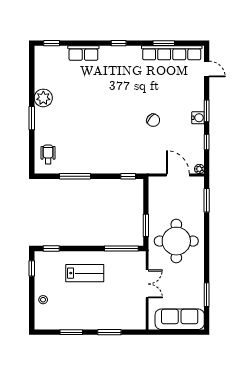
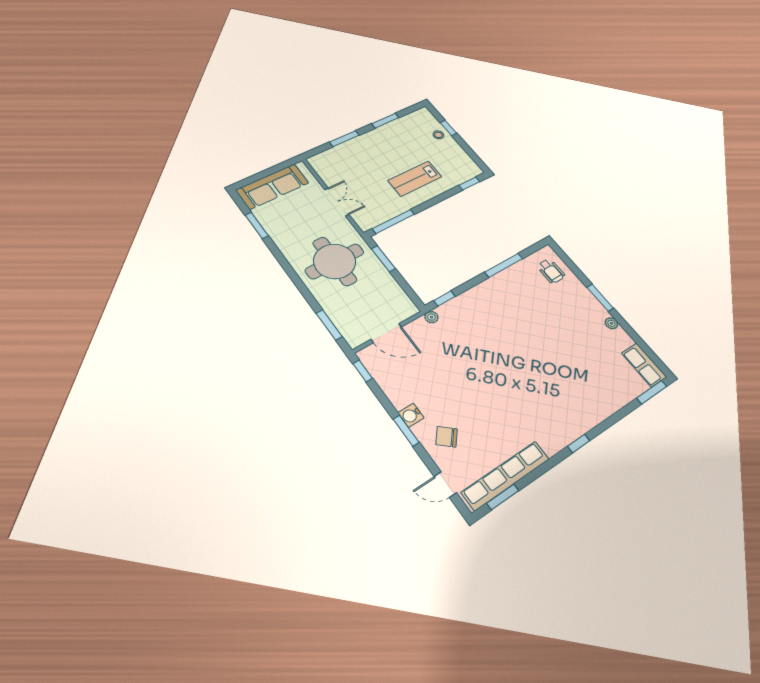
window: (52, 43) -> (652, 392), width x1.50
window: (164, 43) -> (503, 497), moved
row of seats: (83, 53) -> (644, 365), moved, turned -90
plant: (43, 98) -> (611, 323), width x0.53, depth x0.53
chair: (153, 120) -> (447, 437), moved
window: (207, 142) -> (363, 371), moved
plant: (199, 169) -> (431, 317), moved
window: (32, 268) -> (448, 128), moved
double door: (147, 284) -> (337, 202), swing flipped

